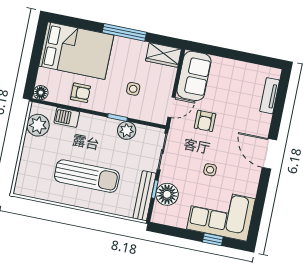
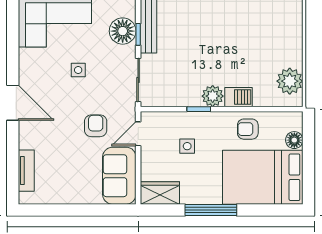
floor lamp: (41, 93) -> (294, 140), moved
barbecue: (67, 117) -> (239, 97), moved
plant: (127, 130) -> (213, 96), moved
sun lounger: (87, 176) -> (221, 33), removed

